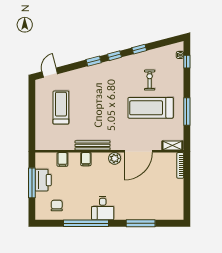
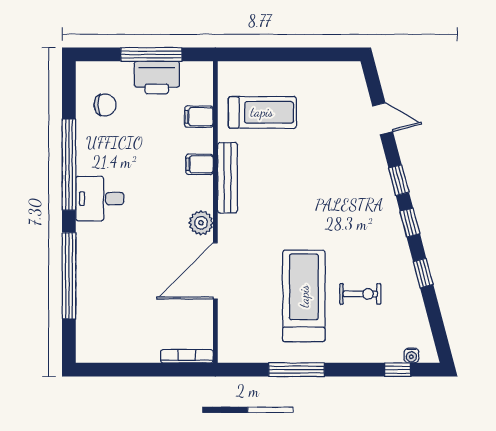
door: (50, 73) -> (383, 119), moved
treadmill: (61, 107) -> (262, 112), moved
shelving: (172, 146) -> (227, 340), removed
door: (138, 151) -> (215, 271), hinge flipped
window: (141, 223) -> (69, 276), width x1.46

